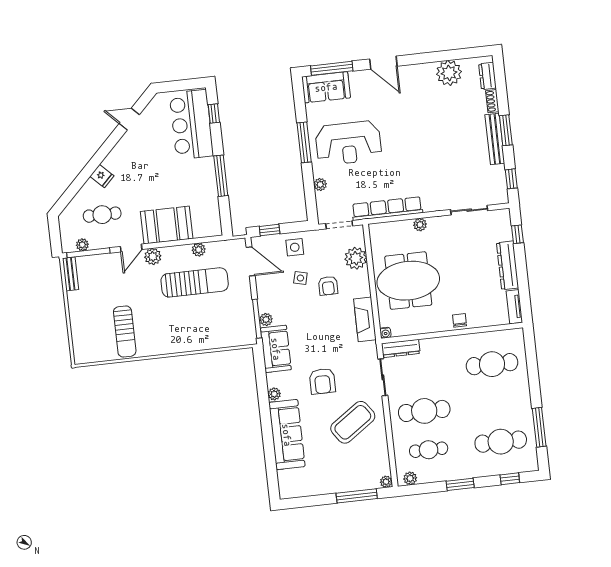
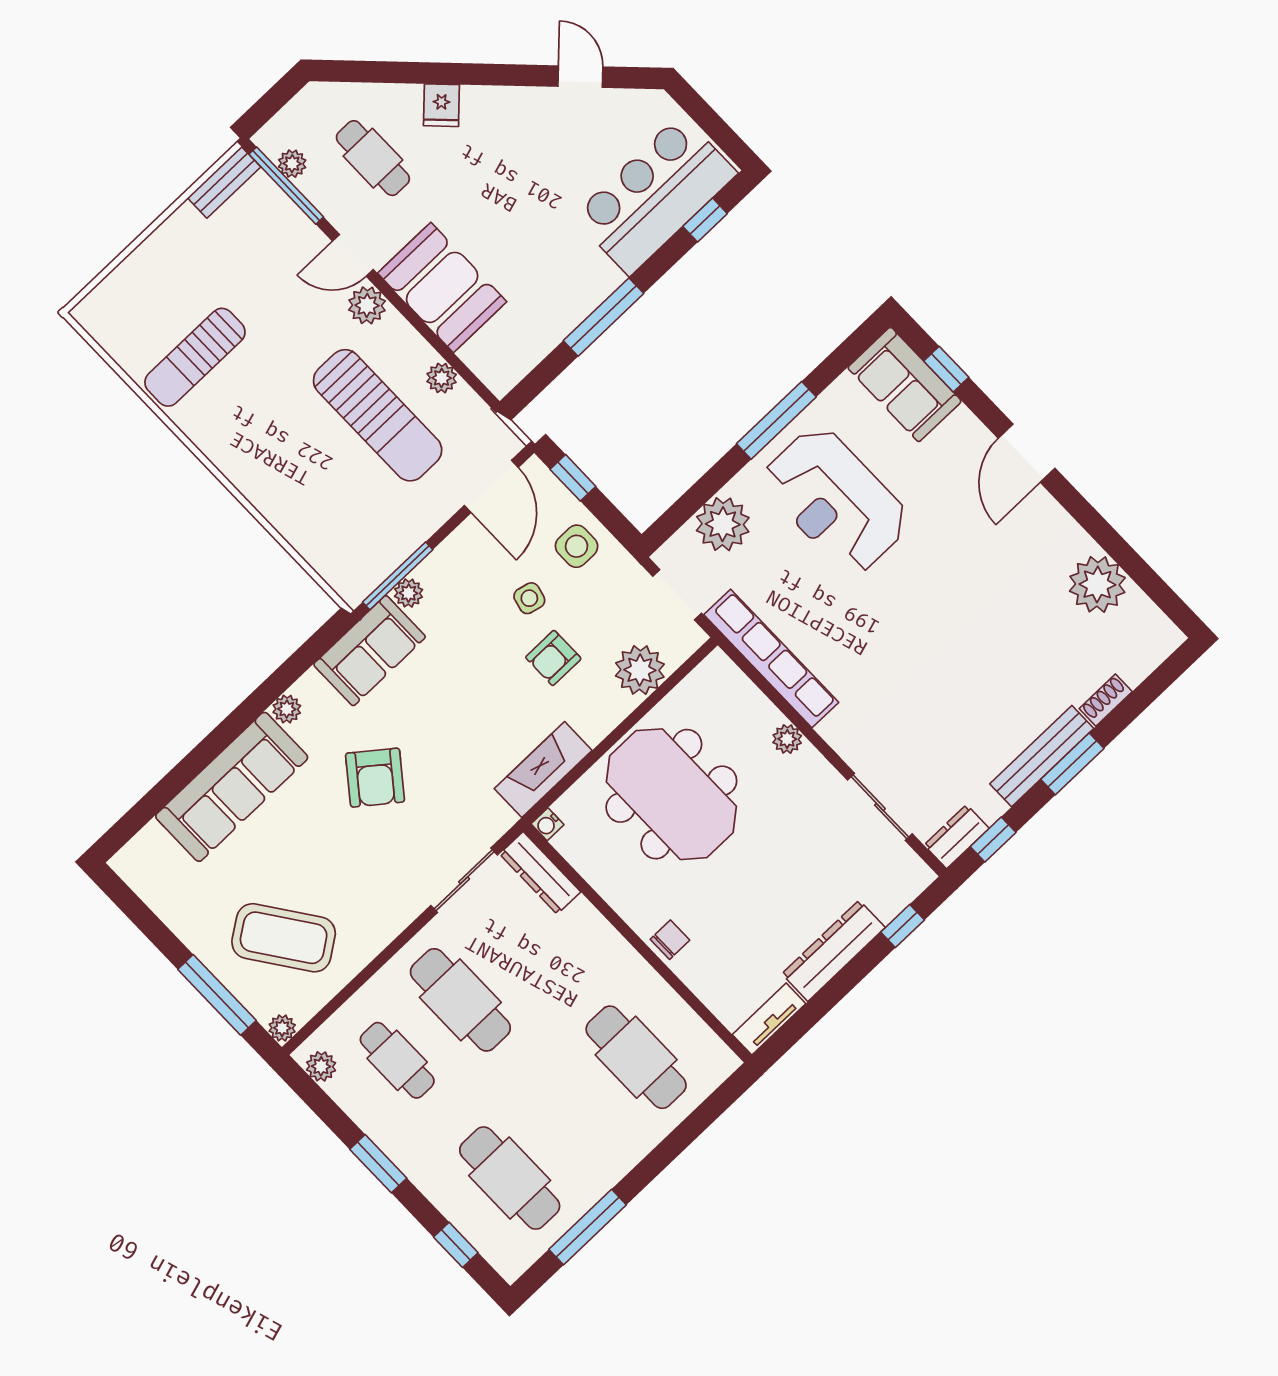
window: (332, 68) -> (946, 369), width x0.46
dresser: (487, 76) -> (957, 837), moved
plant: (320, 184) -> (723, 524), width x1.88, depth x1.88
armchair: (322, 381) -> (375, 778), turned -52
coffee table: (353, 422) -> (284, 938), moved

